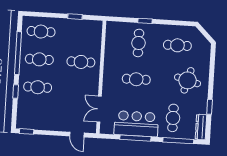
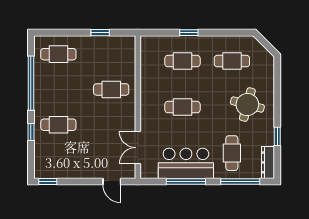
cafe table: (138, 43) -> (182, 61), turned 90
cafe table: (39, 59) -> (58, 89), removed

